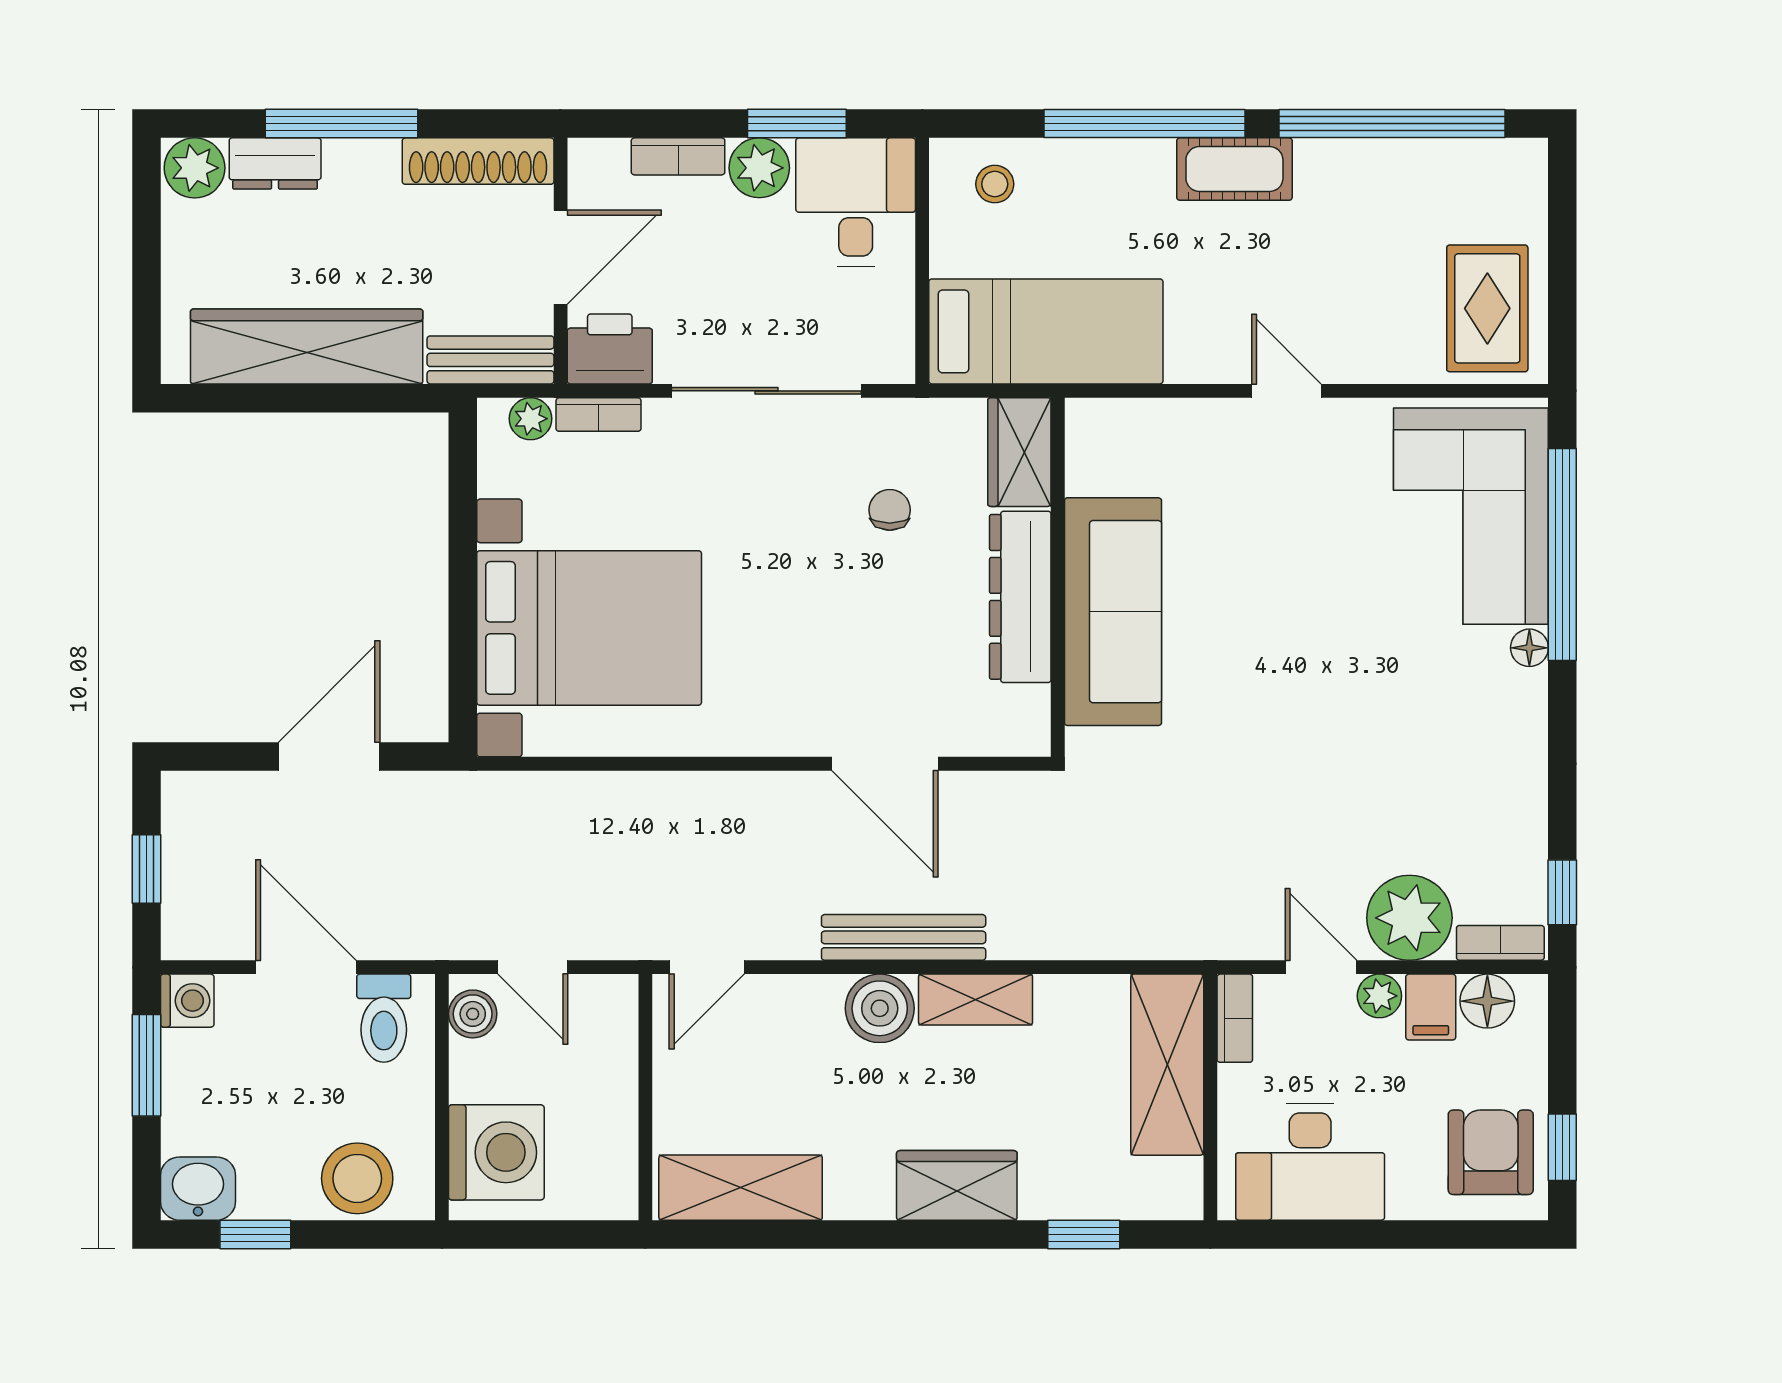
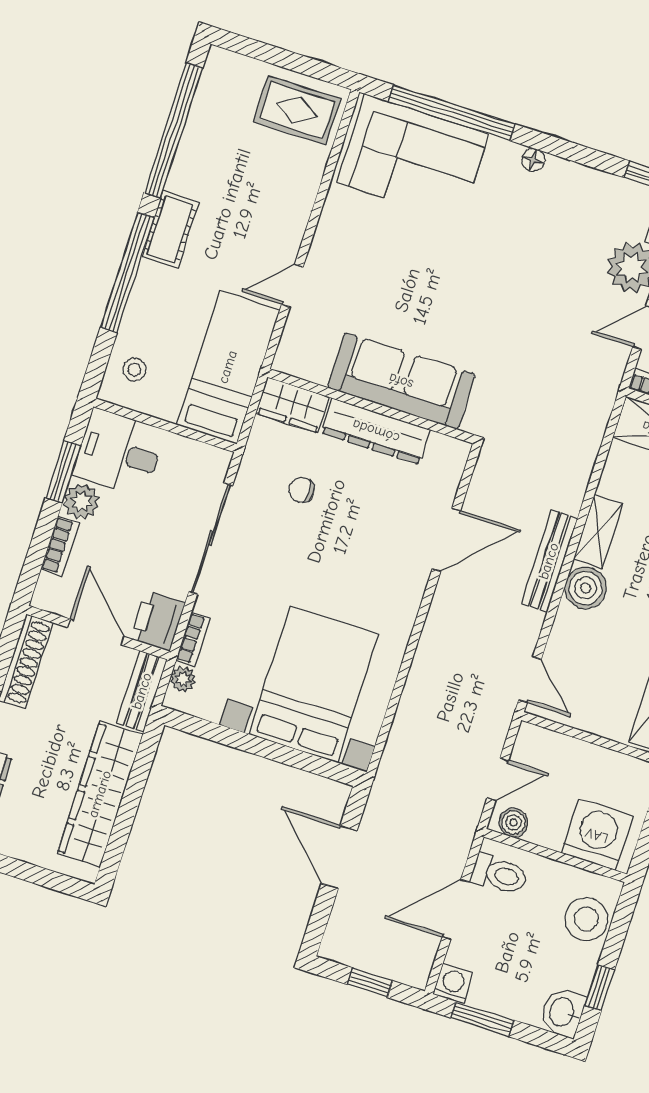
door: (1286, 391) -> (292, 286), moved
floor lamp: (1529, 648) -> (533, 160), moved

